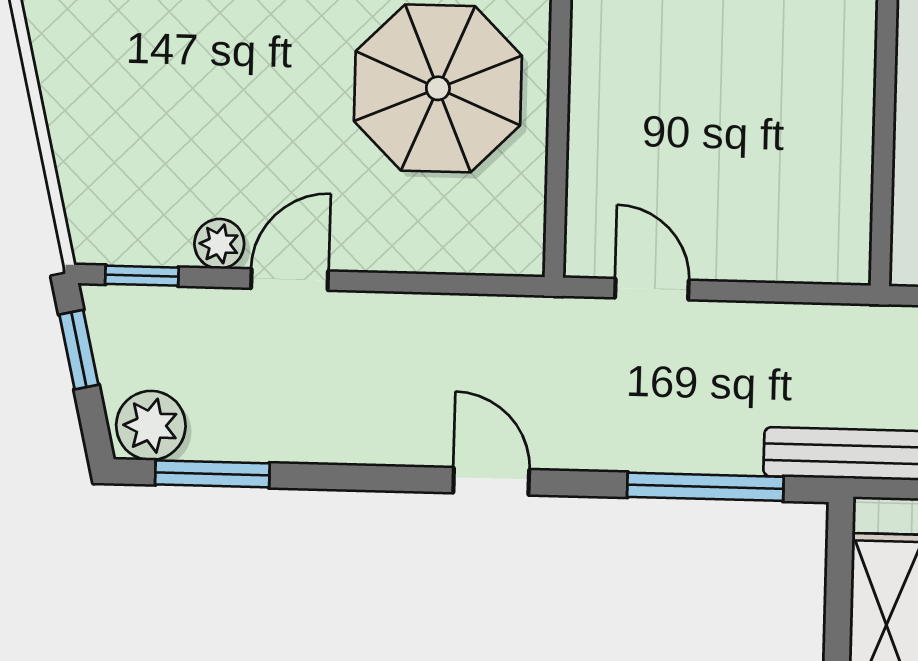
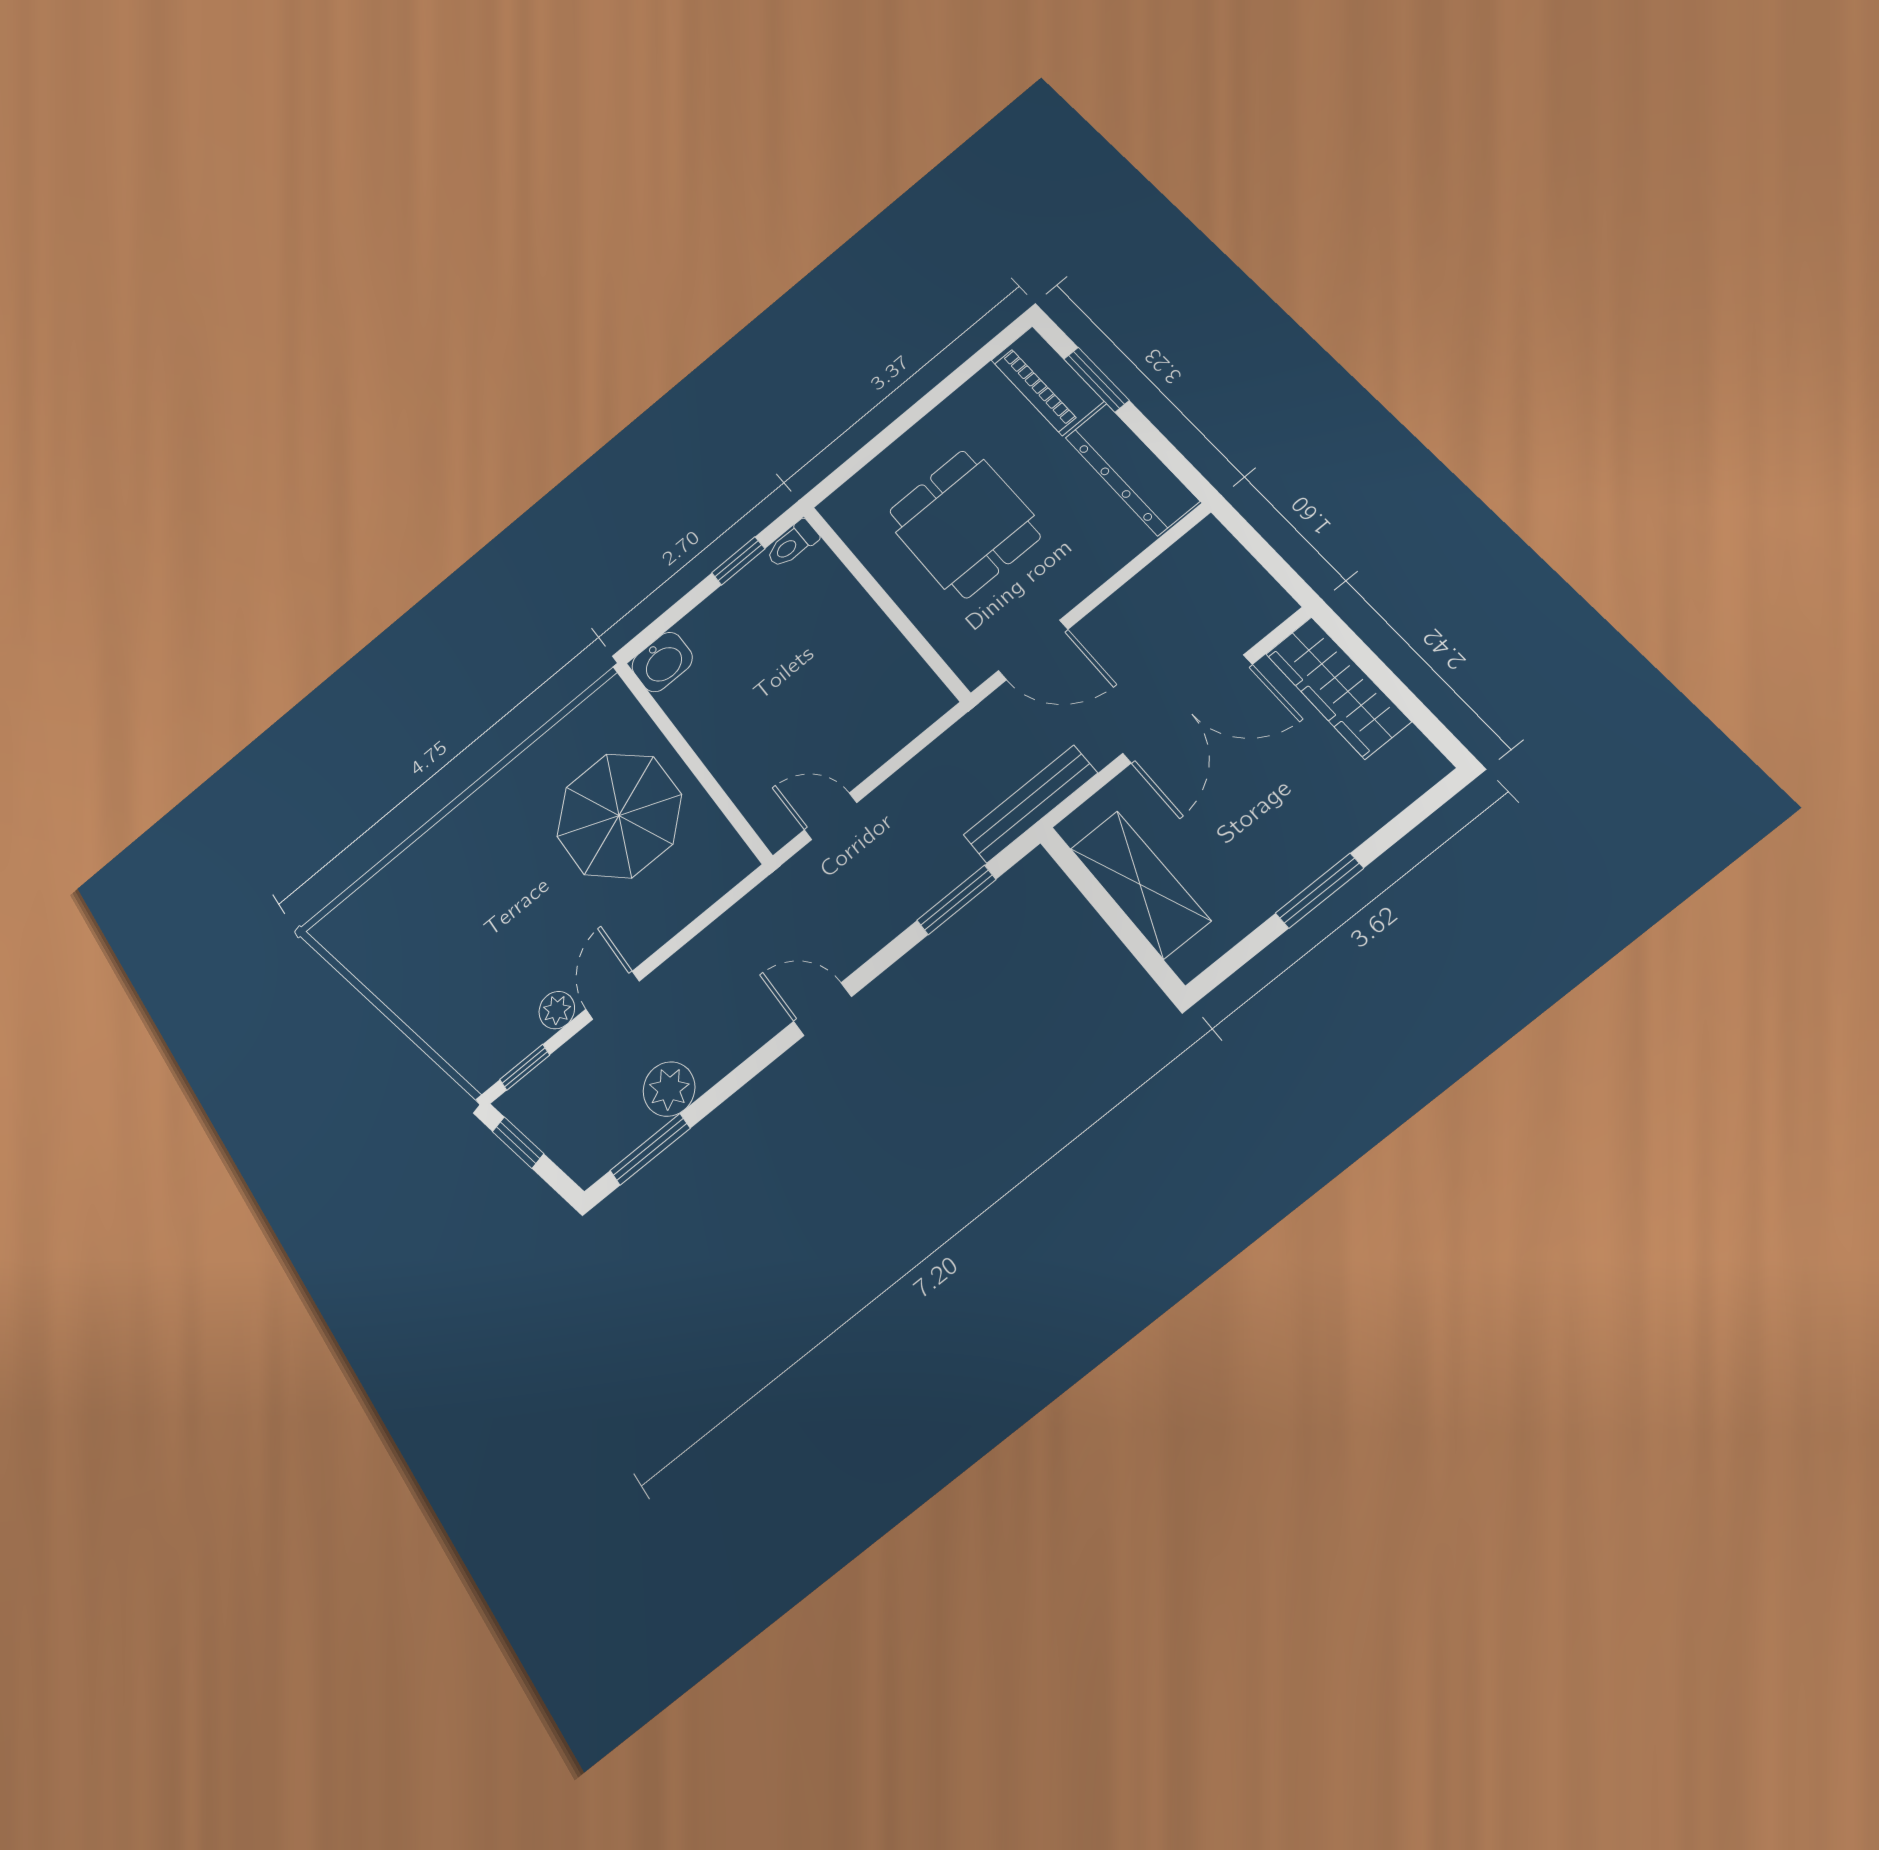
plant: (151, 426) -> (669, 1089), moved
window: (705, 487) -> (956, 900), width x0.69

